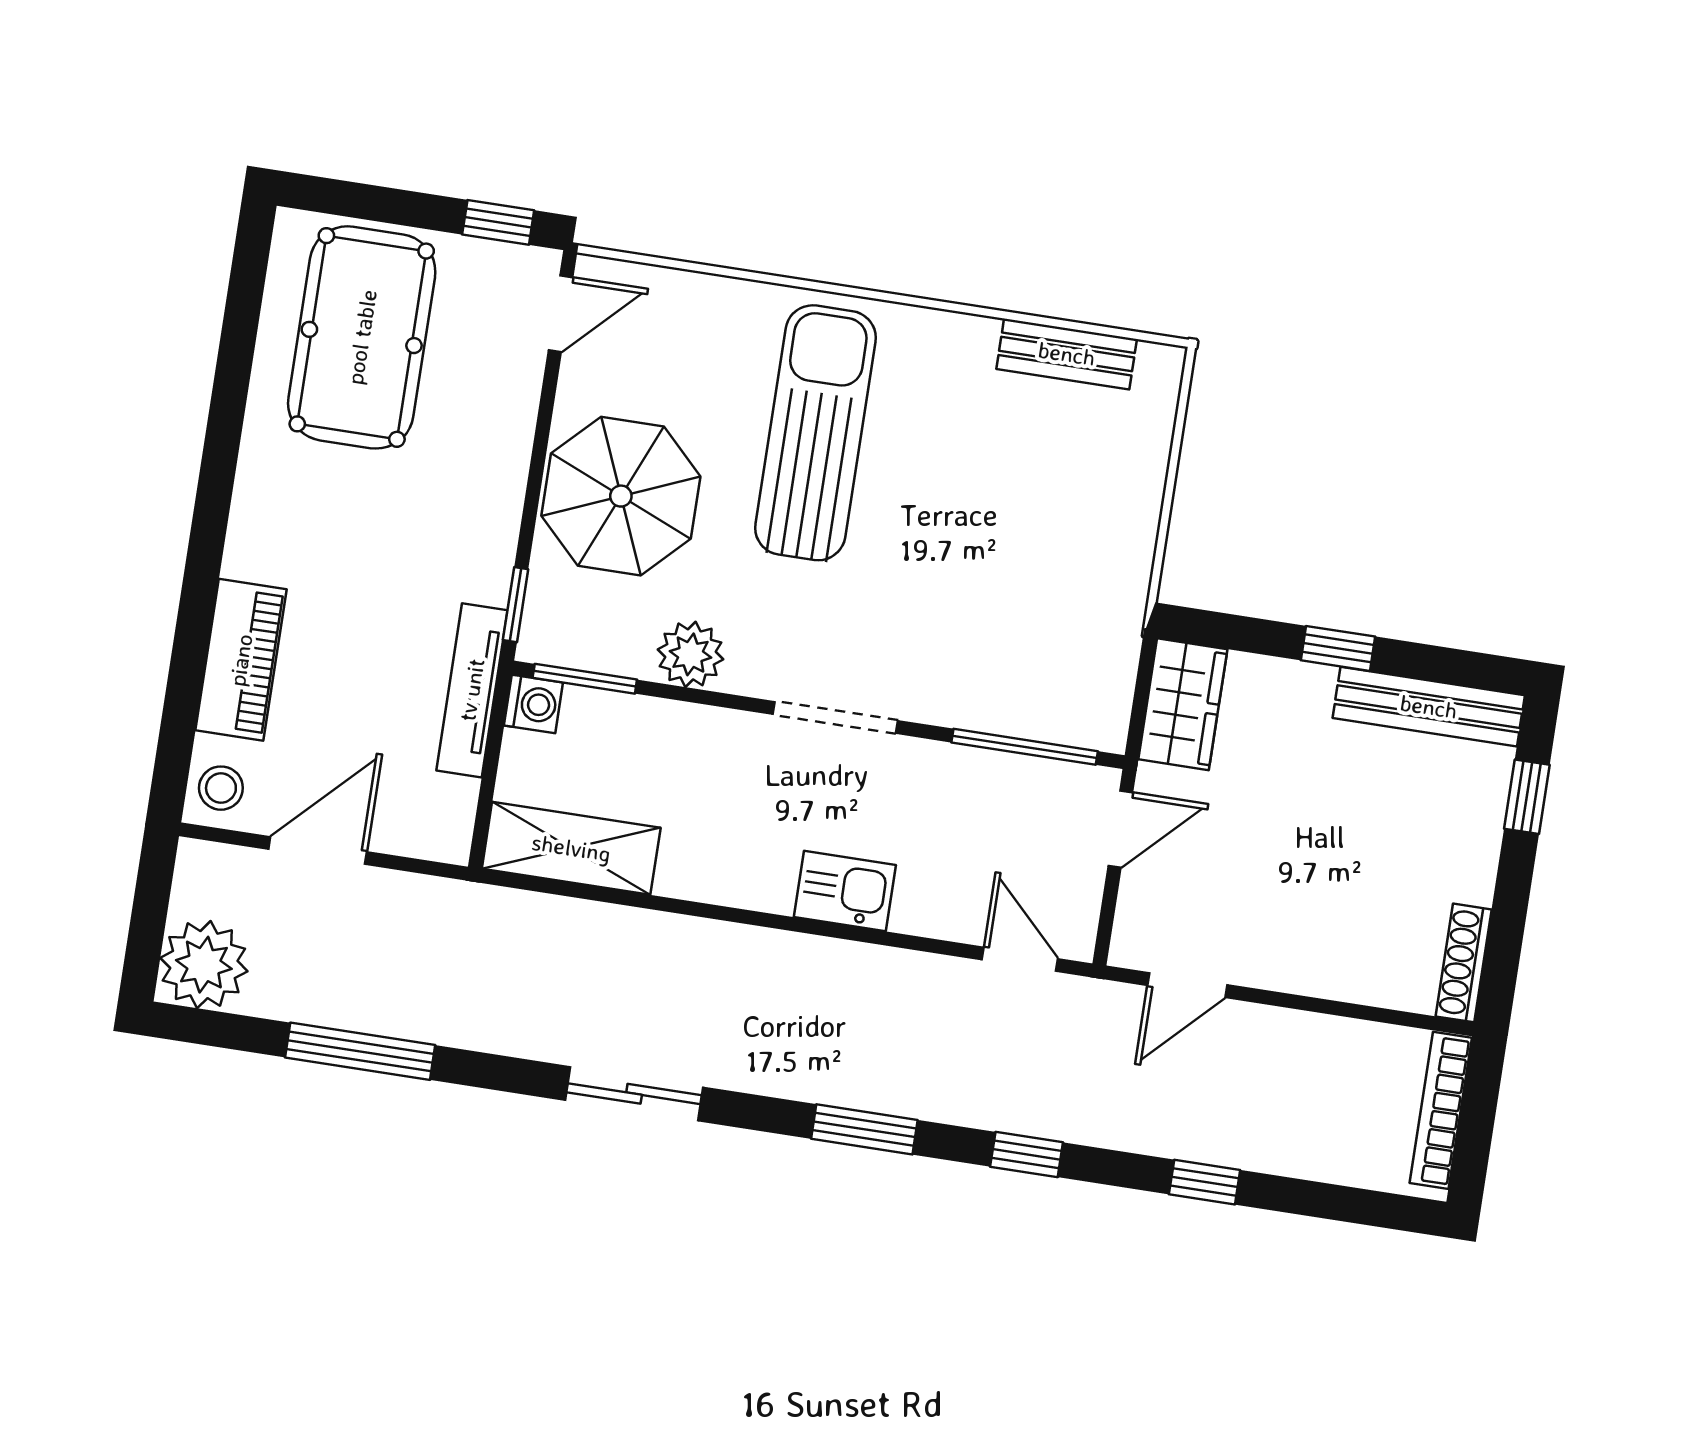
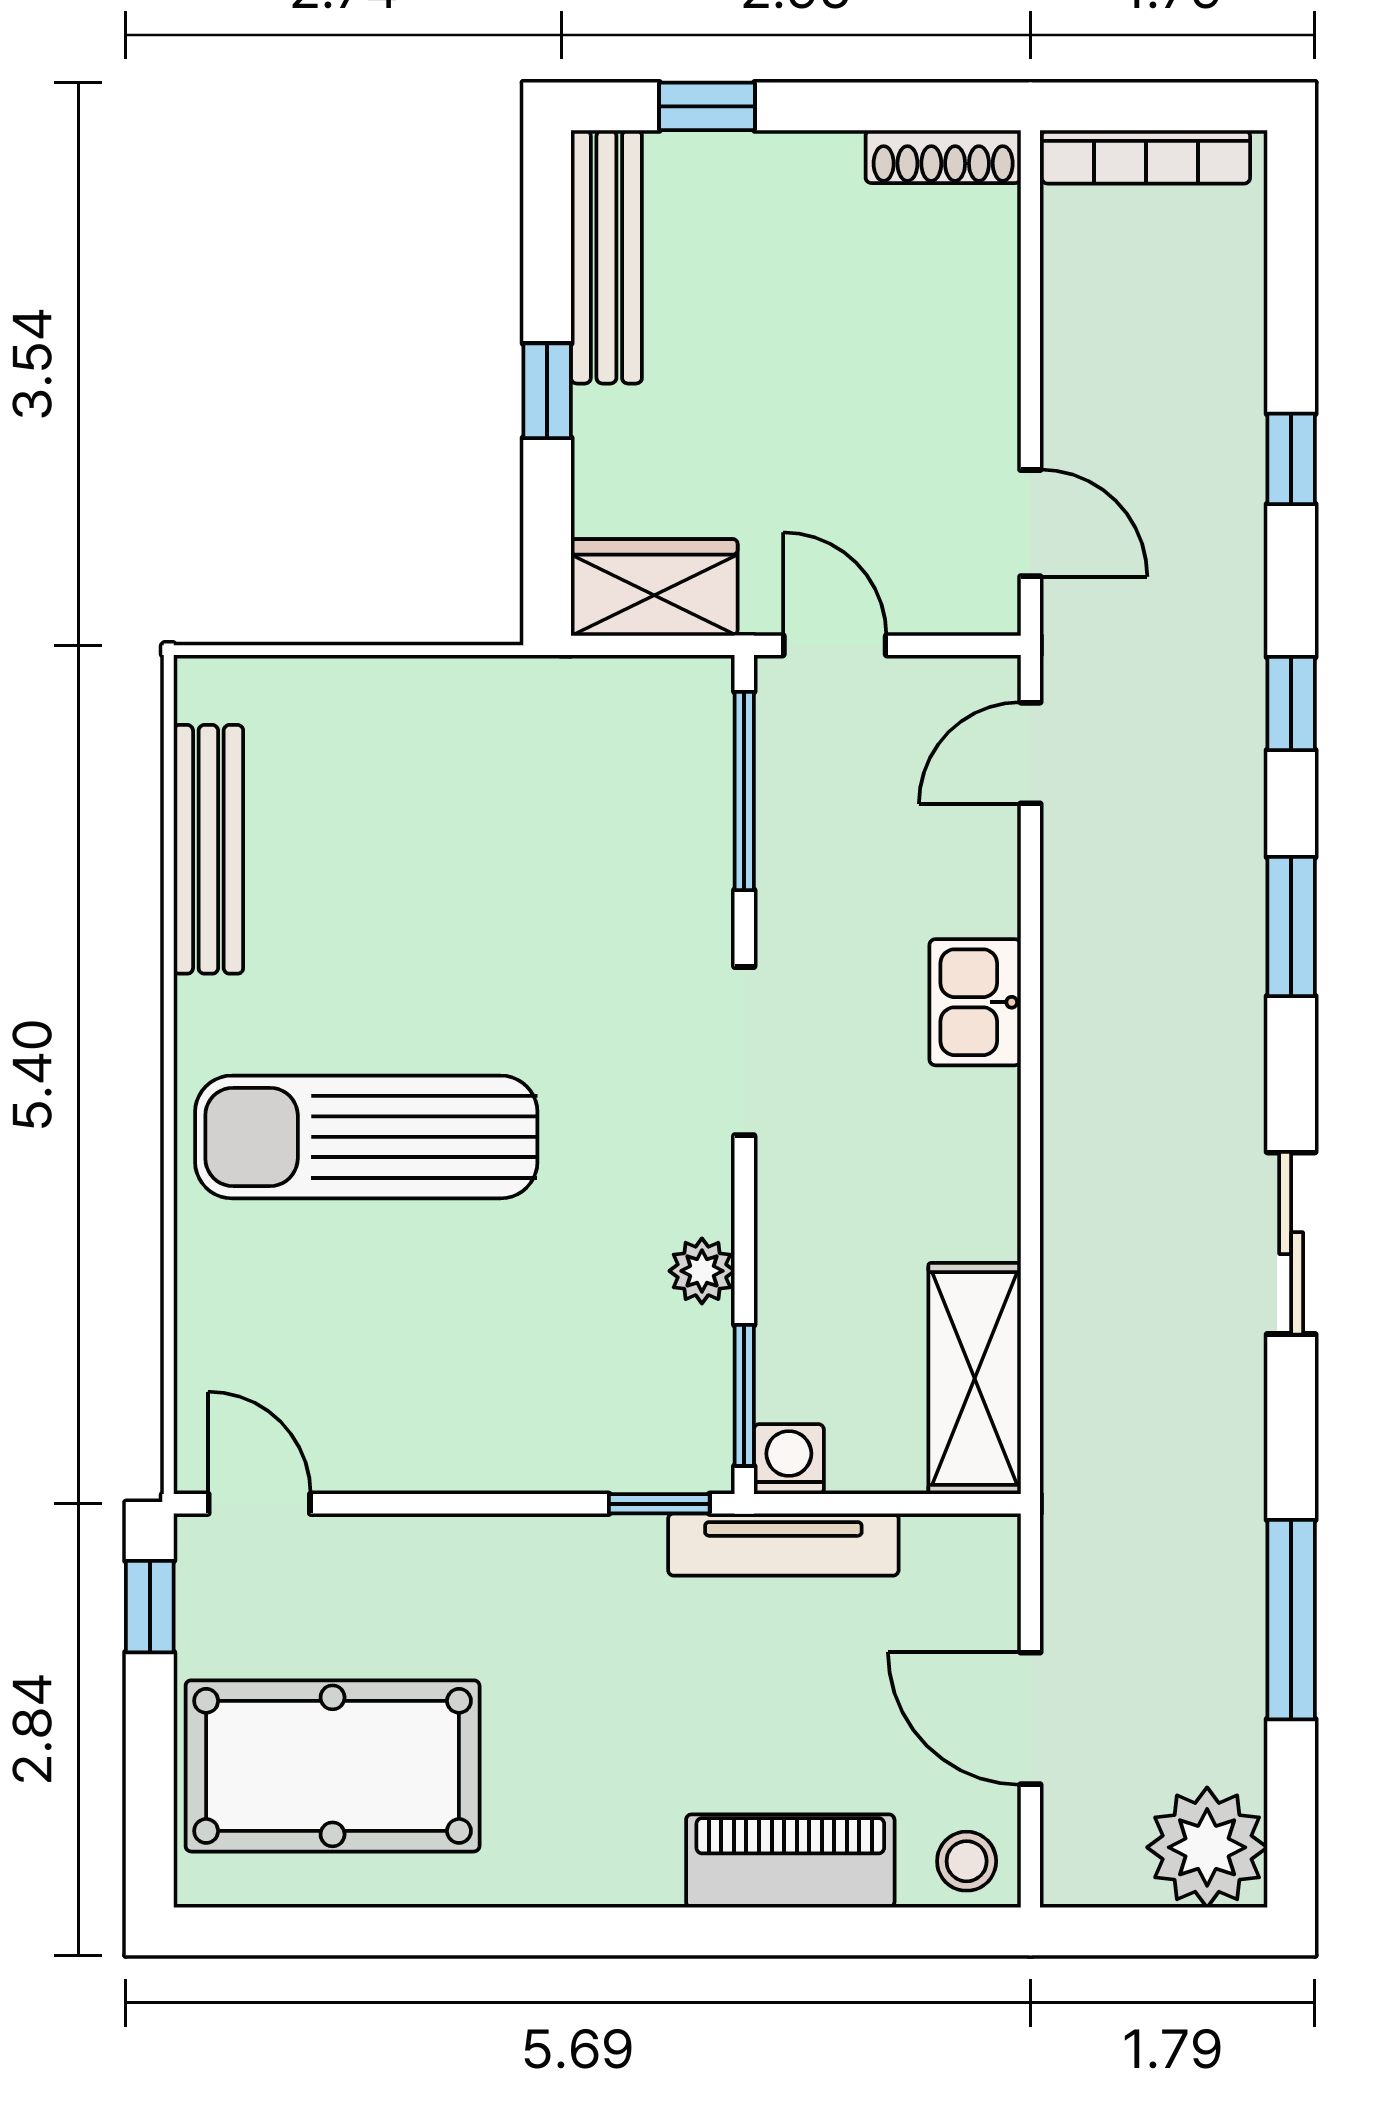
bench: (1067, 354) -> (208, 849), width x1.36
parasol: (621, 496) -> (492, 1385), removed
plant: (690, 654) -> (702, 1271), width x0.73, depth x0.73

